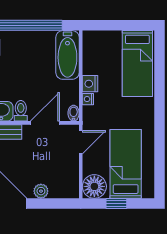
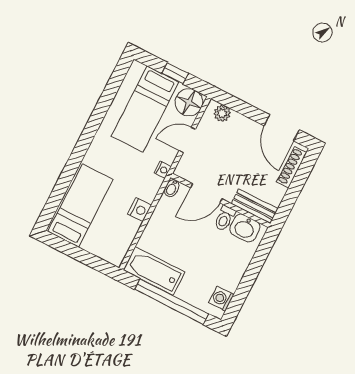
bathtub: (67, 55) -> (154, 271), moved, turned -90
nightstand: (88, 99) -> (163, 170), moved
door: (81, 142) -> (187, 140), moved
plant: (41, 191) -> (222, 113), moved

